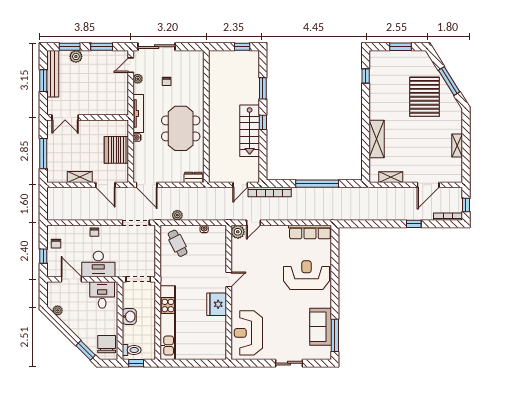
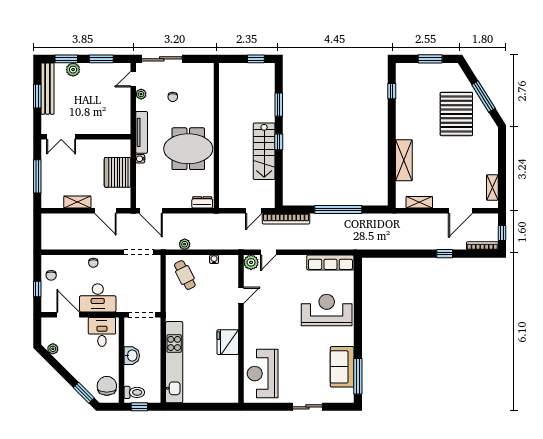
meeting table: (181, 128) -> (188, 149), turned 90
shelving: (457, 145) -> (492, 188), moved
door: (229, 280) -> (241, 295), moved

